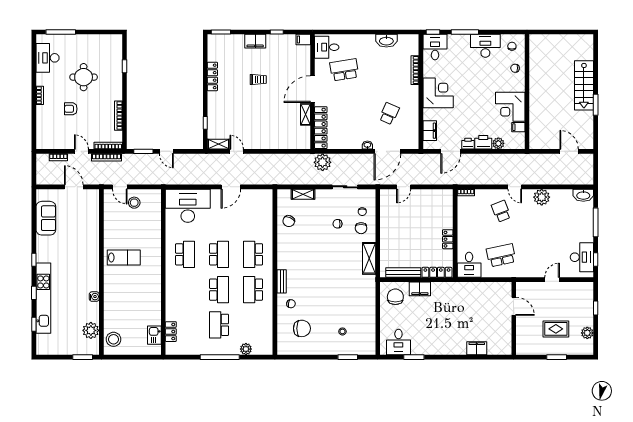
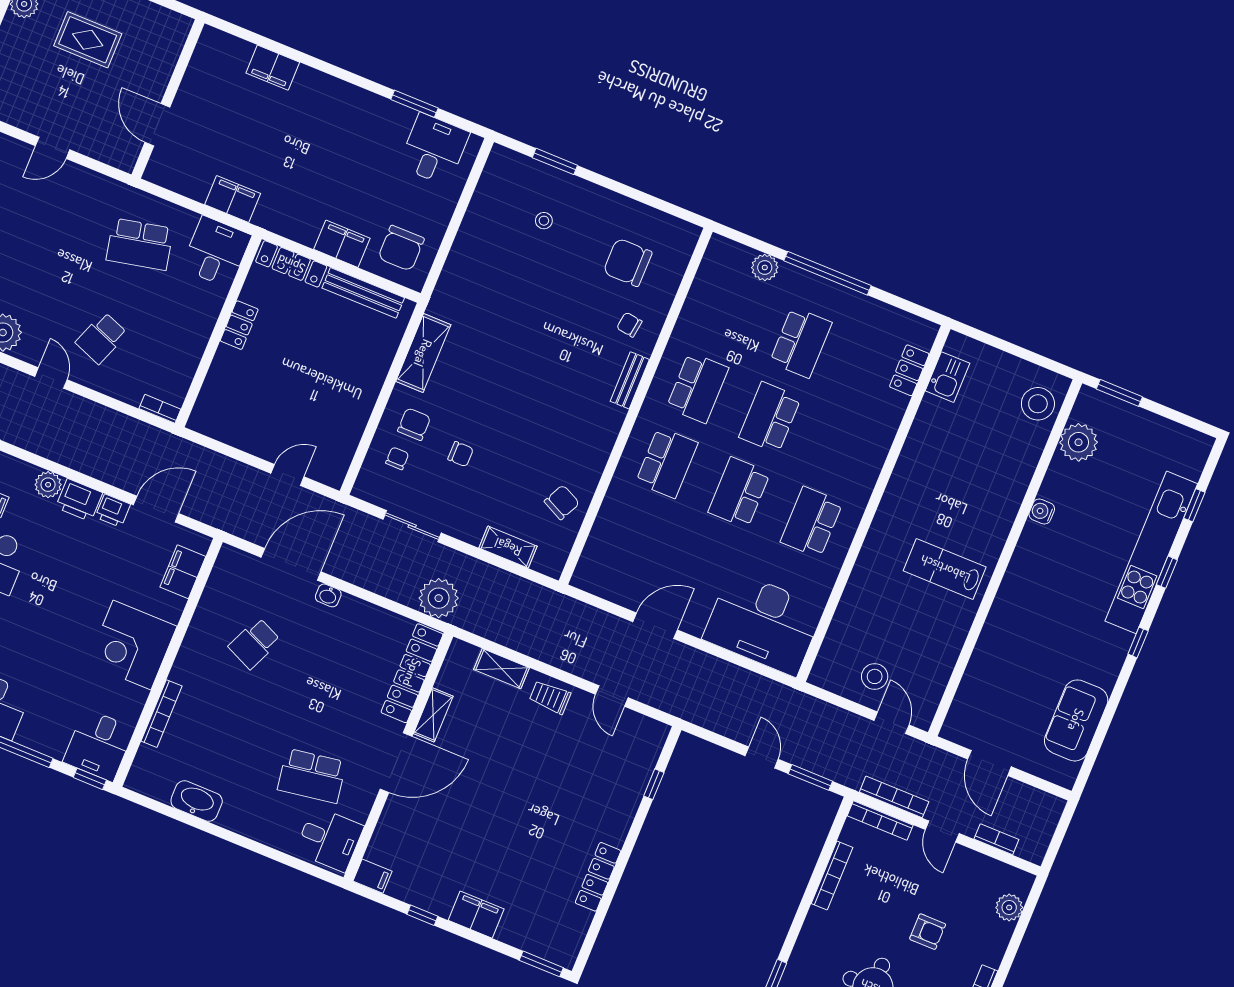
trolley: (258, 79) -> (550, 697), moved
plant: (42, 132) -> (1009, 907), added
shelving: (219, 144) -> (501, 669), moved
school desk: (501, 211) -> (101, 338), turned 42
filing cabinet: (471, 289) -> (233, 199), added

